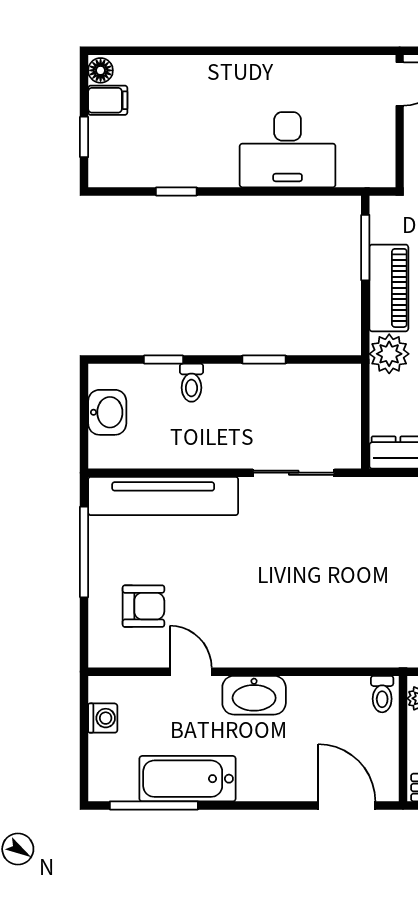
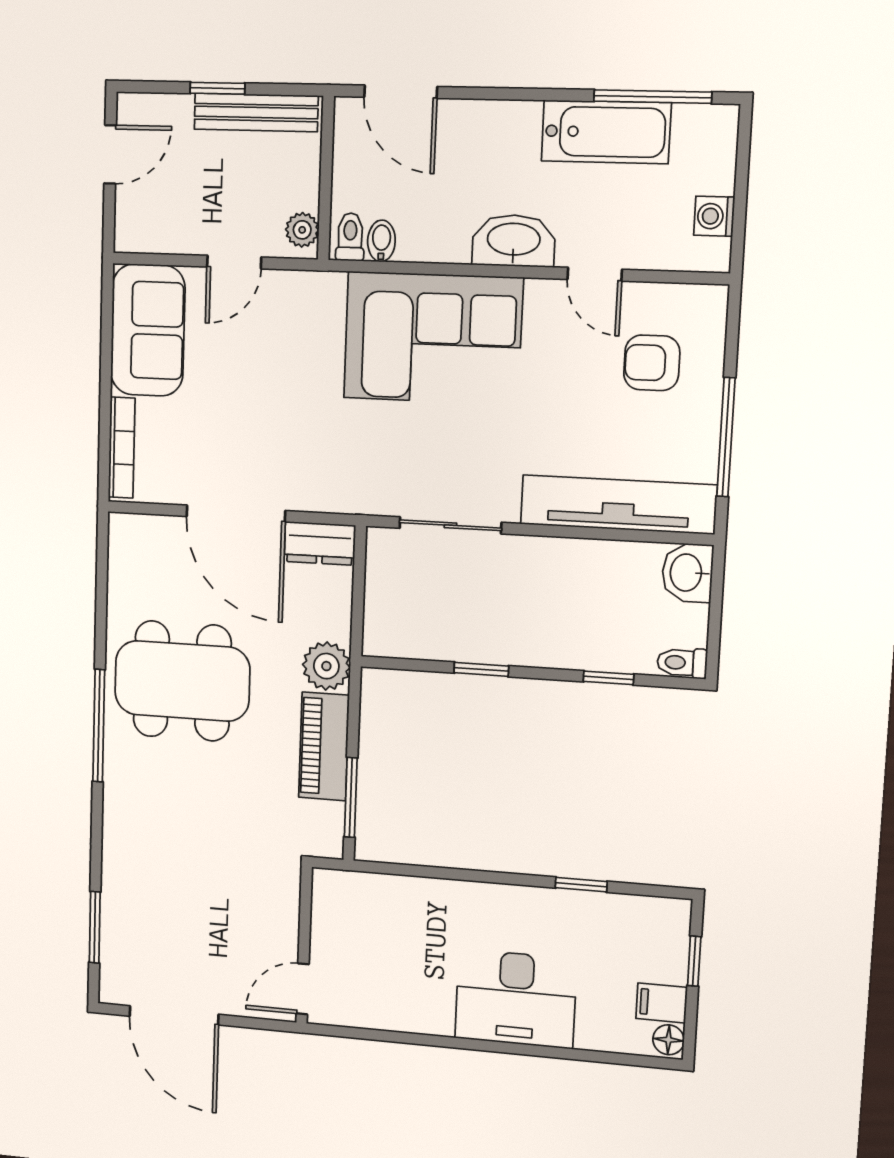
desk: (288, 150) -> (516, 999), moved, turned 180
toilet: (191, 383) -> (682, 663), moved, turned -90
washbasin: (107, 412) -> (687, 573), moved
corner sofa: (314, 618) -> (433, 338), added
bidet: (357, 692) -> (381, 241), added

